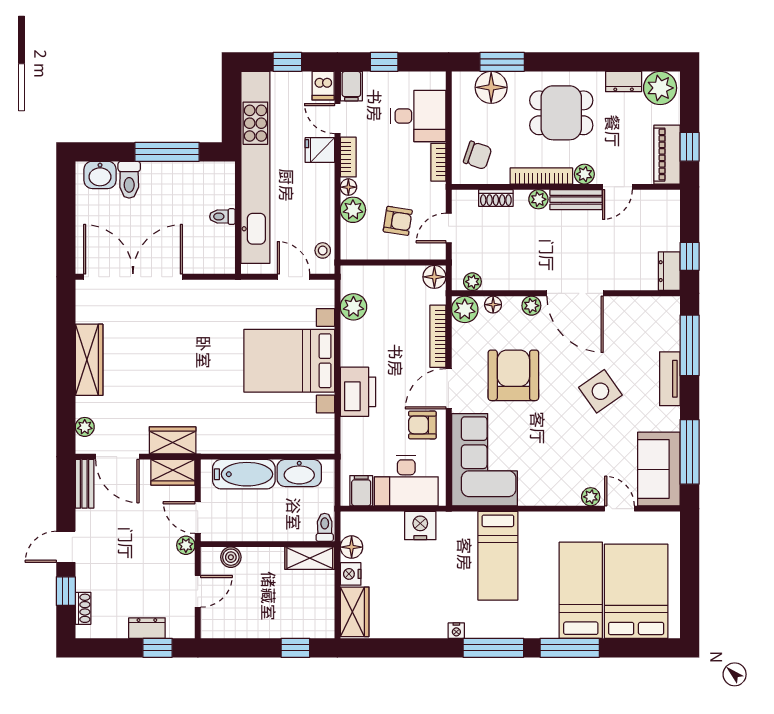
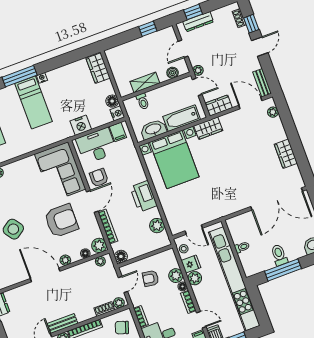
fridge: (320, 150) -> (191, 264), moved
toilet: (129, 180) -> (279, 255), moved
plant: (322, 193) -> (195, 278), added
plant: (538, 199) -> (119, 303), moved
wardrobe: (89, 360) -> (286, 154), width x0.67
bed with nightstands: (289, 361) -> (174, 159), moved, turned 90
armchair: (513, 375) -> (61, 221), turned -90
printer: (358, 392) -> (144, 196), moved
armchair: (422, 425) -> (99, 178), turned -90
wardrobe: (173, 440) -> (208, 128), moved
toilet: (325, 527) -> (143, 101), moved
bed: (498, 556) -> (33, 103), moved, turned 180
shelving: (310, 558) -> (145, 82), moved
nightstand: (351, 574) -> (117, 113), moved
dresser: (147, 628) -> (198, 22), width x1.44
window: (295, 648) -> (148, 29), moved

